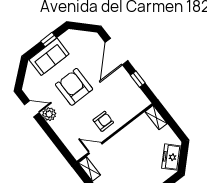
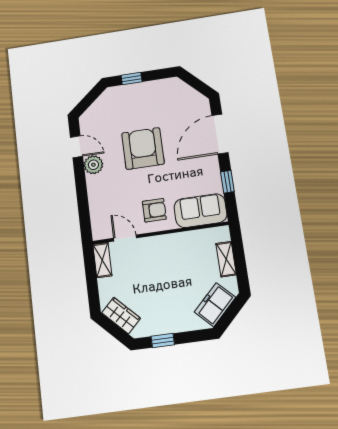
window: (49, 40) -> (132, 79), moved
sofa: (49, 57) -> (200, 211), moved, turned 180
shelving: (156, 118) -> (226, 259), moved

